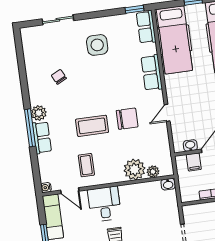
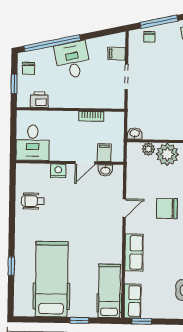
hospital bed: (174, 40) -> (109, 291), width x0.73, depth x0.78

